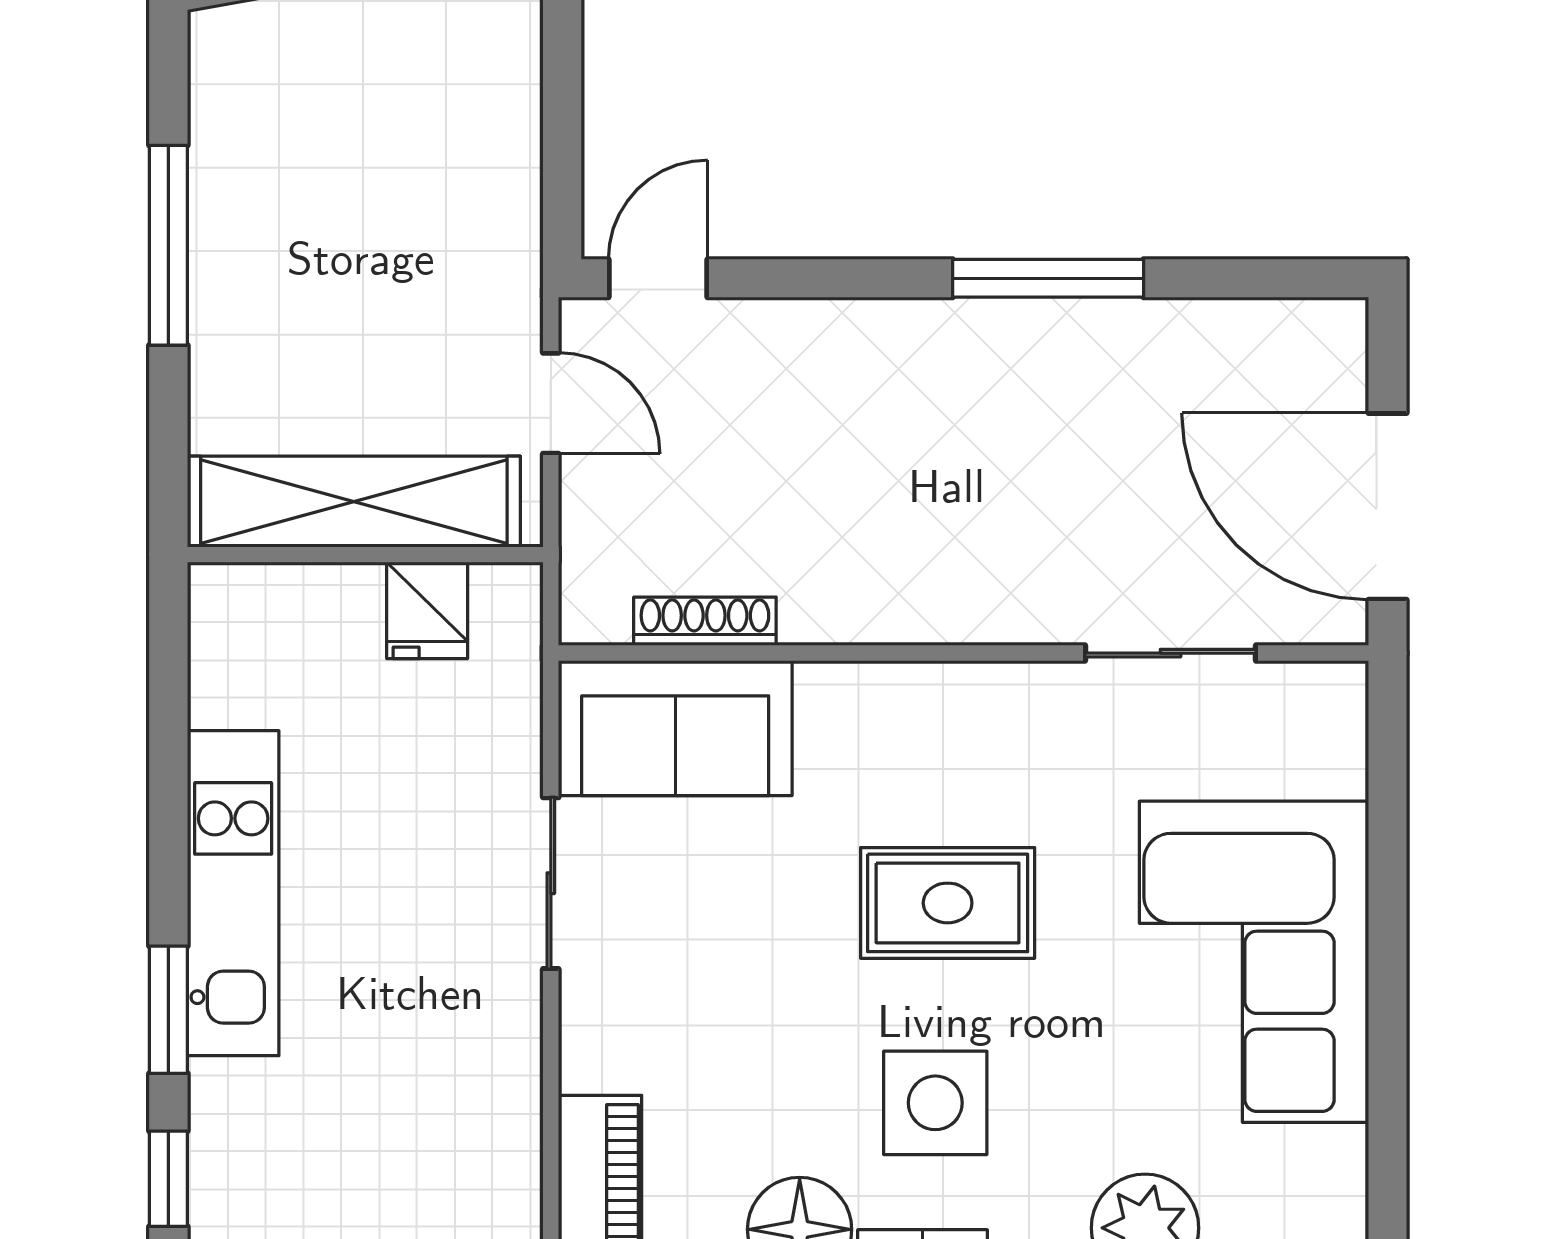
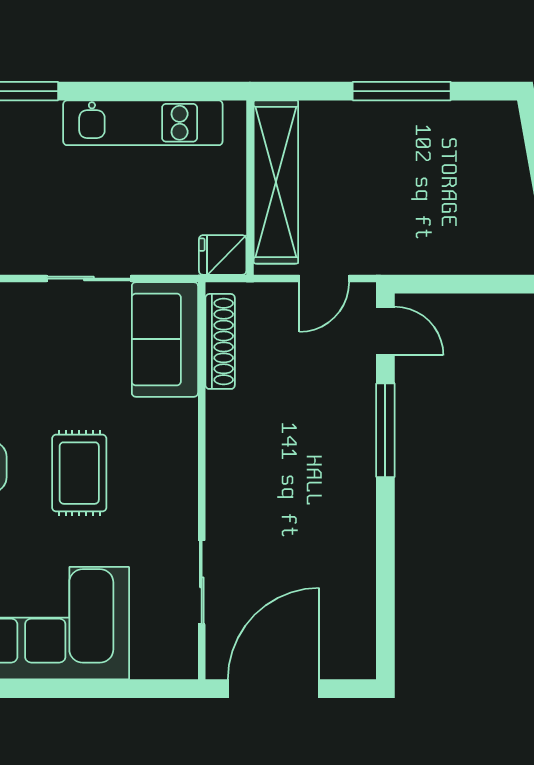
window: (1048, 278) -> (385, 430), moved
fridge: (427, 610) -> (223, 255), moved
shoe rack: (705, 621) -> (220, 341), width x1.36, depth x1.24
kitchen unit: (233, 893) -> (143, 123), moved

